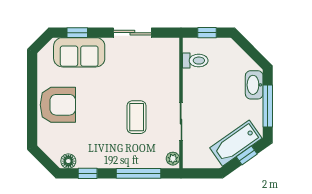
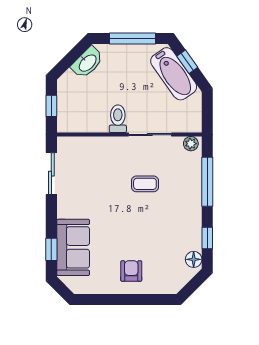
sliding door: (132, 33) -> (51, 174), moved
toilet: (195, 61) -> (118, 119), moved
washbasin: (254, 85) -> (87, 63), moved, turned -45
armchair: (58, 105) -> (131, 271), width x0.53, depth x0.53
coffee table: (137, 117) -> (145, 184), width x0.73, depth x0.77

